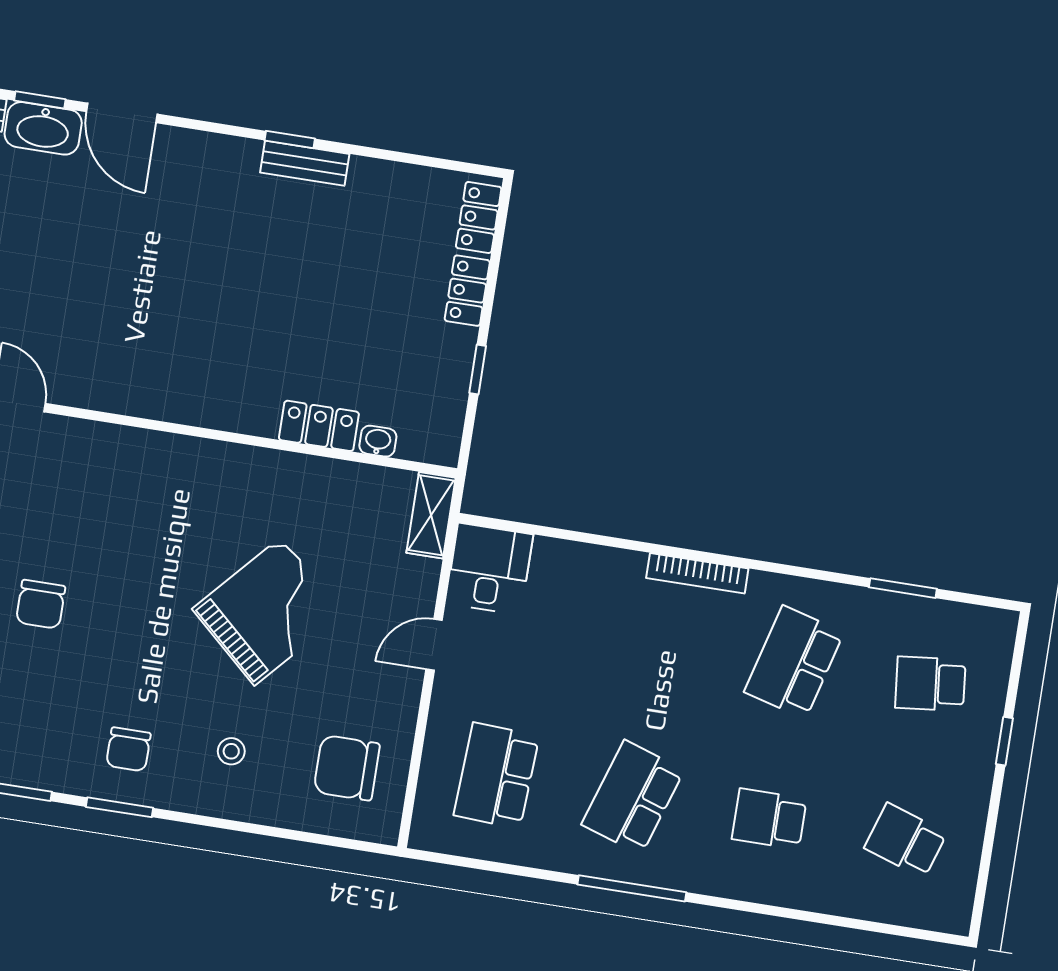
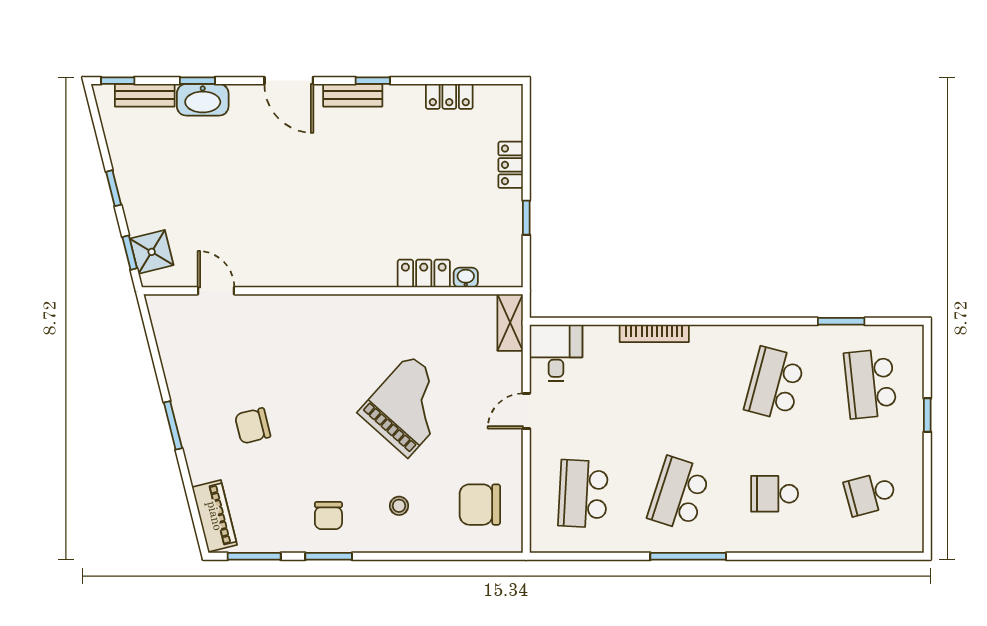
door: (122, 113) -> (289, 81), moved
bench: (305, 163) -> (353, 95), moved
locker: (479, 217) -> (449, 96), moved, turned -90
bookcase: (697, 573) -> (654, 333), moved
chair: (41, 604) -> (253, 426), turned 76
school desk: (930, 684) -> (870, 384), width x1.85
school desk: (906, 840) -> (870, 494), turned -33

